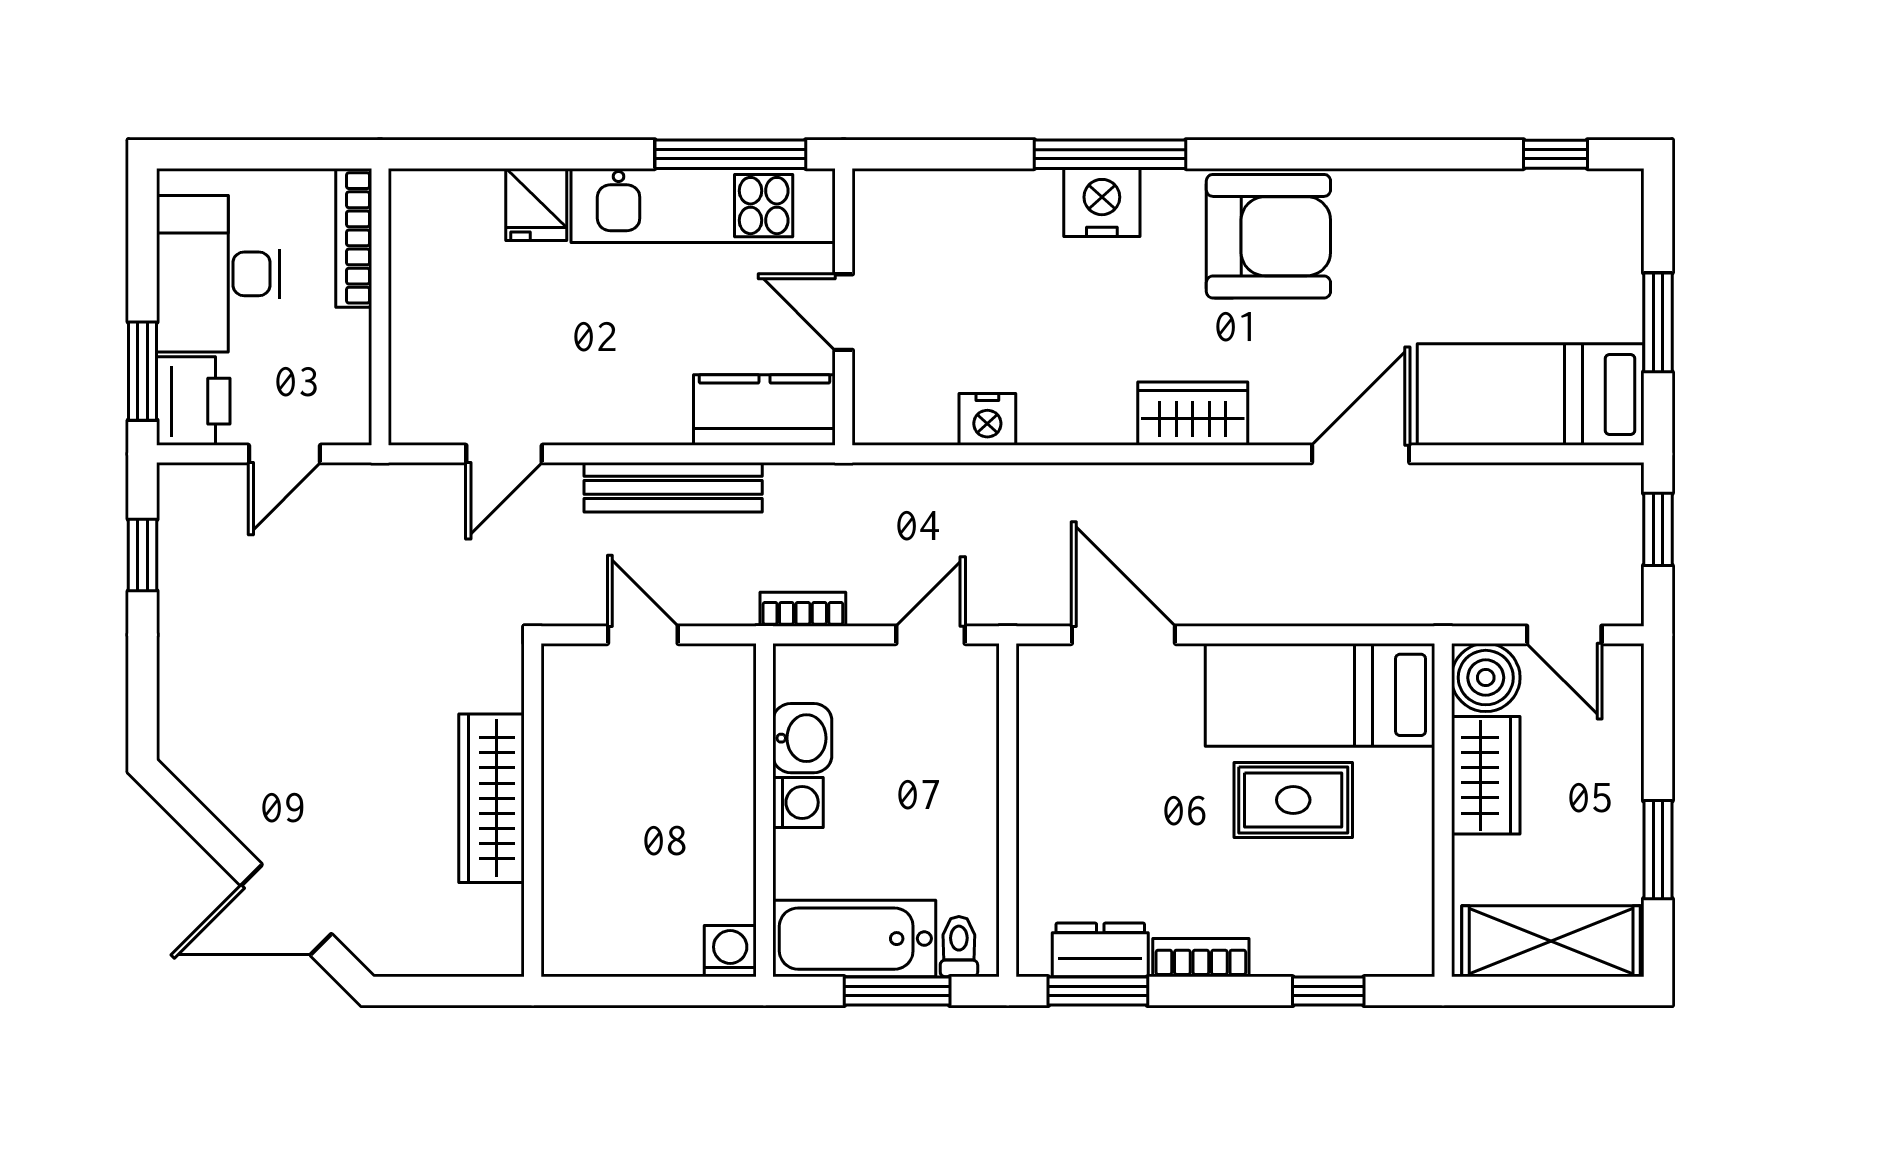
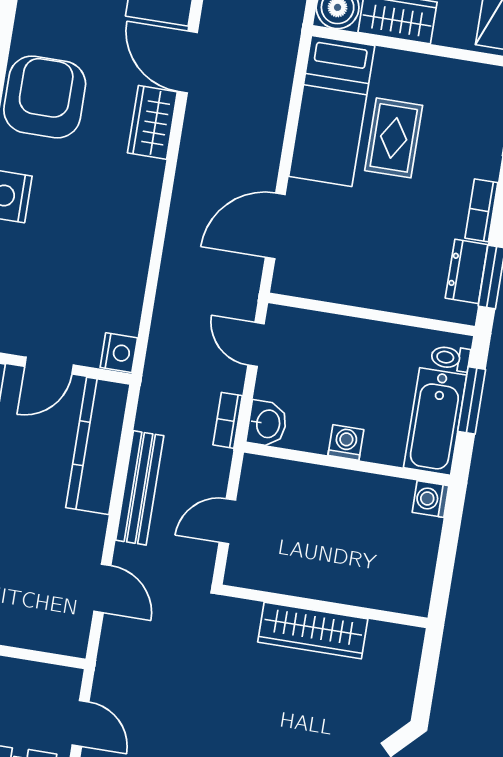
kitchen counter: (764, 410) -> (98, 446), width x1.50
wardrobe: (1193, 414) -> (152, 122), moved
nightstand: (987, 419) -> (119, 353), moved
washbasin: (802, 738) -> (267, 424), moved, turned 90

